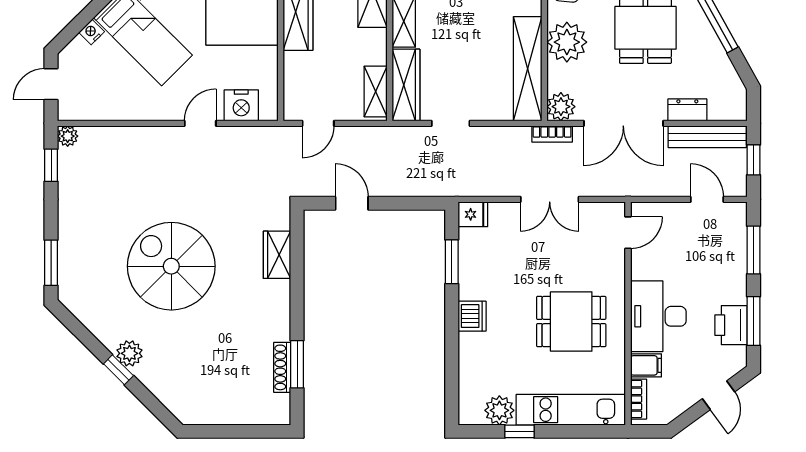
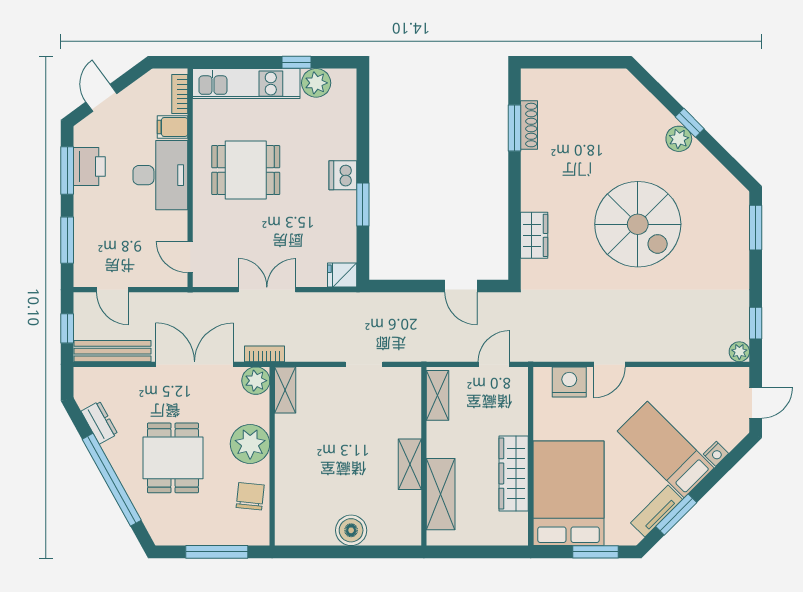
shelving: (528, 69) -> (285, 390), width x0.45, depth x0.75
wardrobe: (406, 85) -> (408, 402), removed
dresser: (687, 110) -> (99, 423), moved, turned -119
door: (628, 233) -> (190, 257), hinge flipped
window: (452, 262) -> (363, 204), moved

